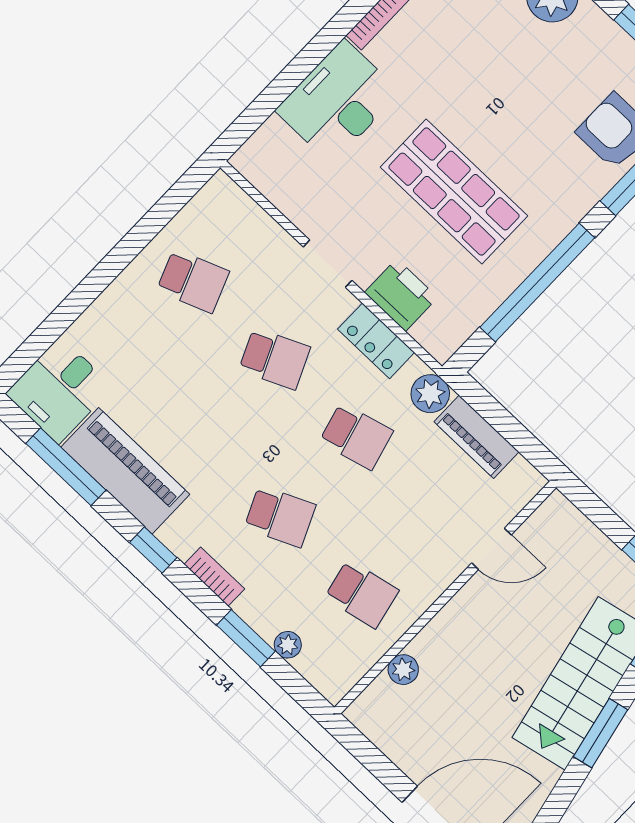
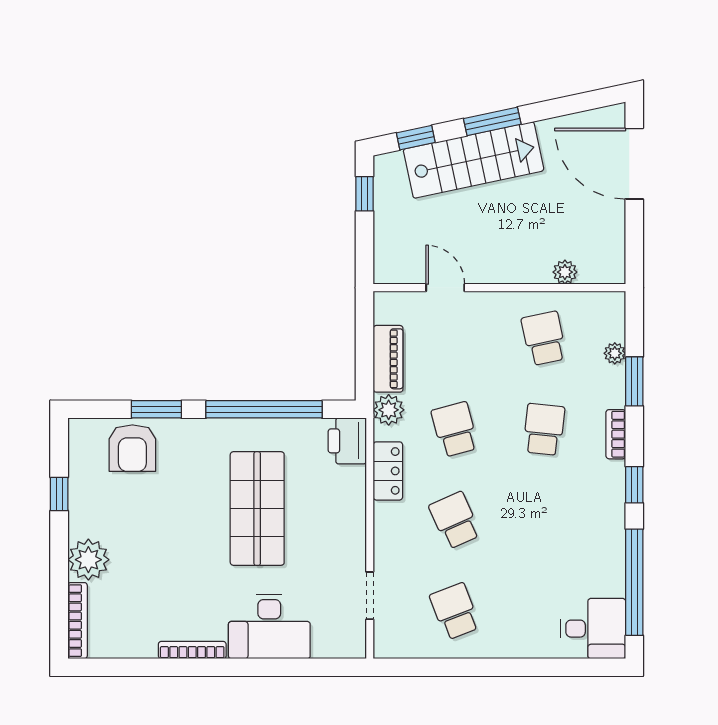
doorway: (328, 264) -> (370, 596), moved
printer: (401, 295) -> (347, 441), moved
window: (66, 467) -> (634, 582), width x1.46
piano: (125, 471) -> (603, 545), removed
school desk: (280, 516) -> (544, 429), turned 30

